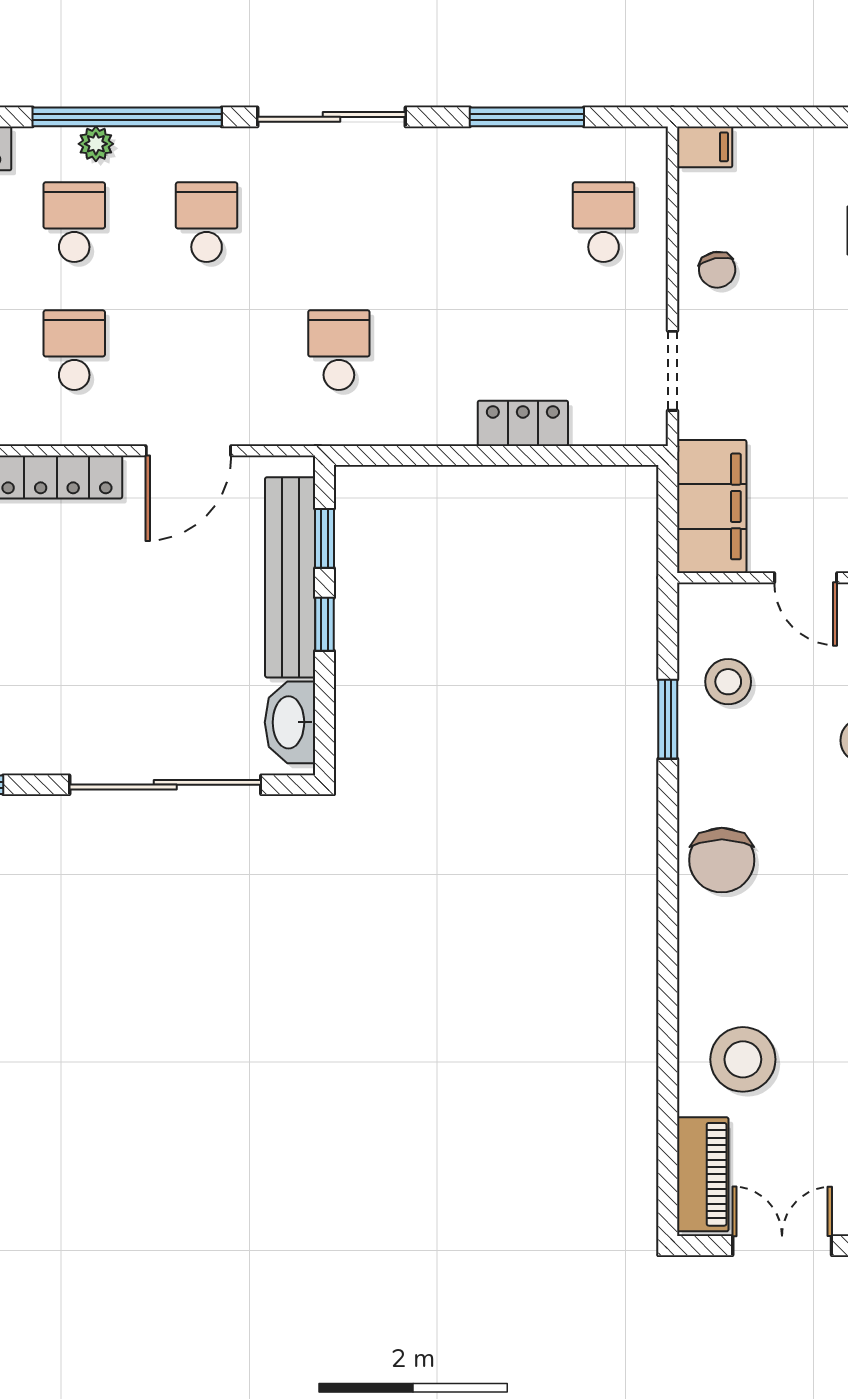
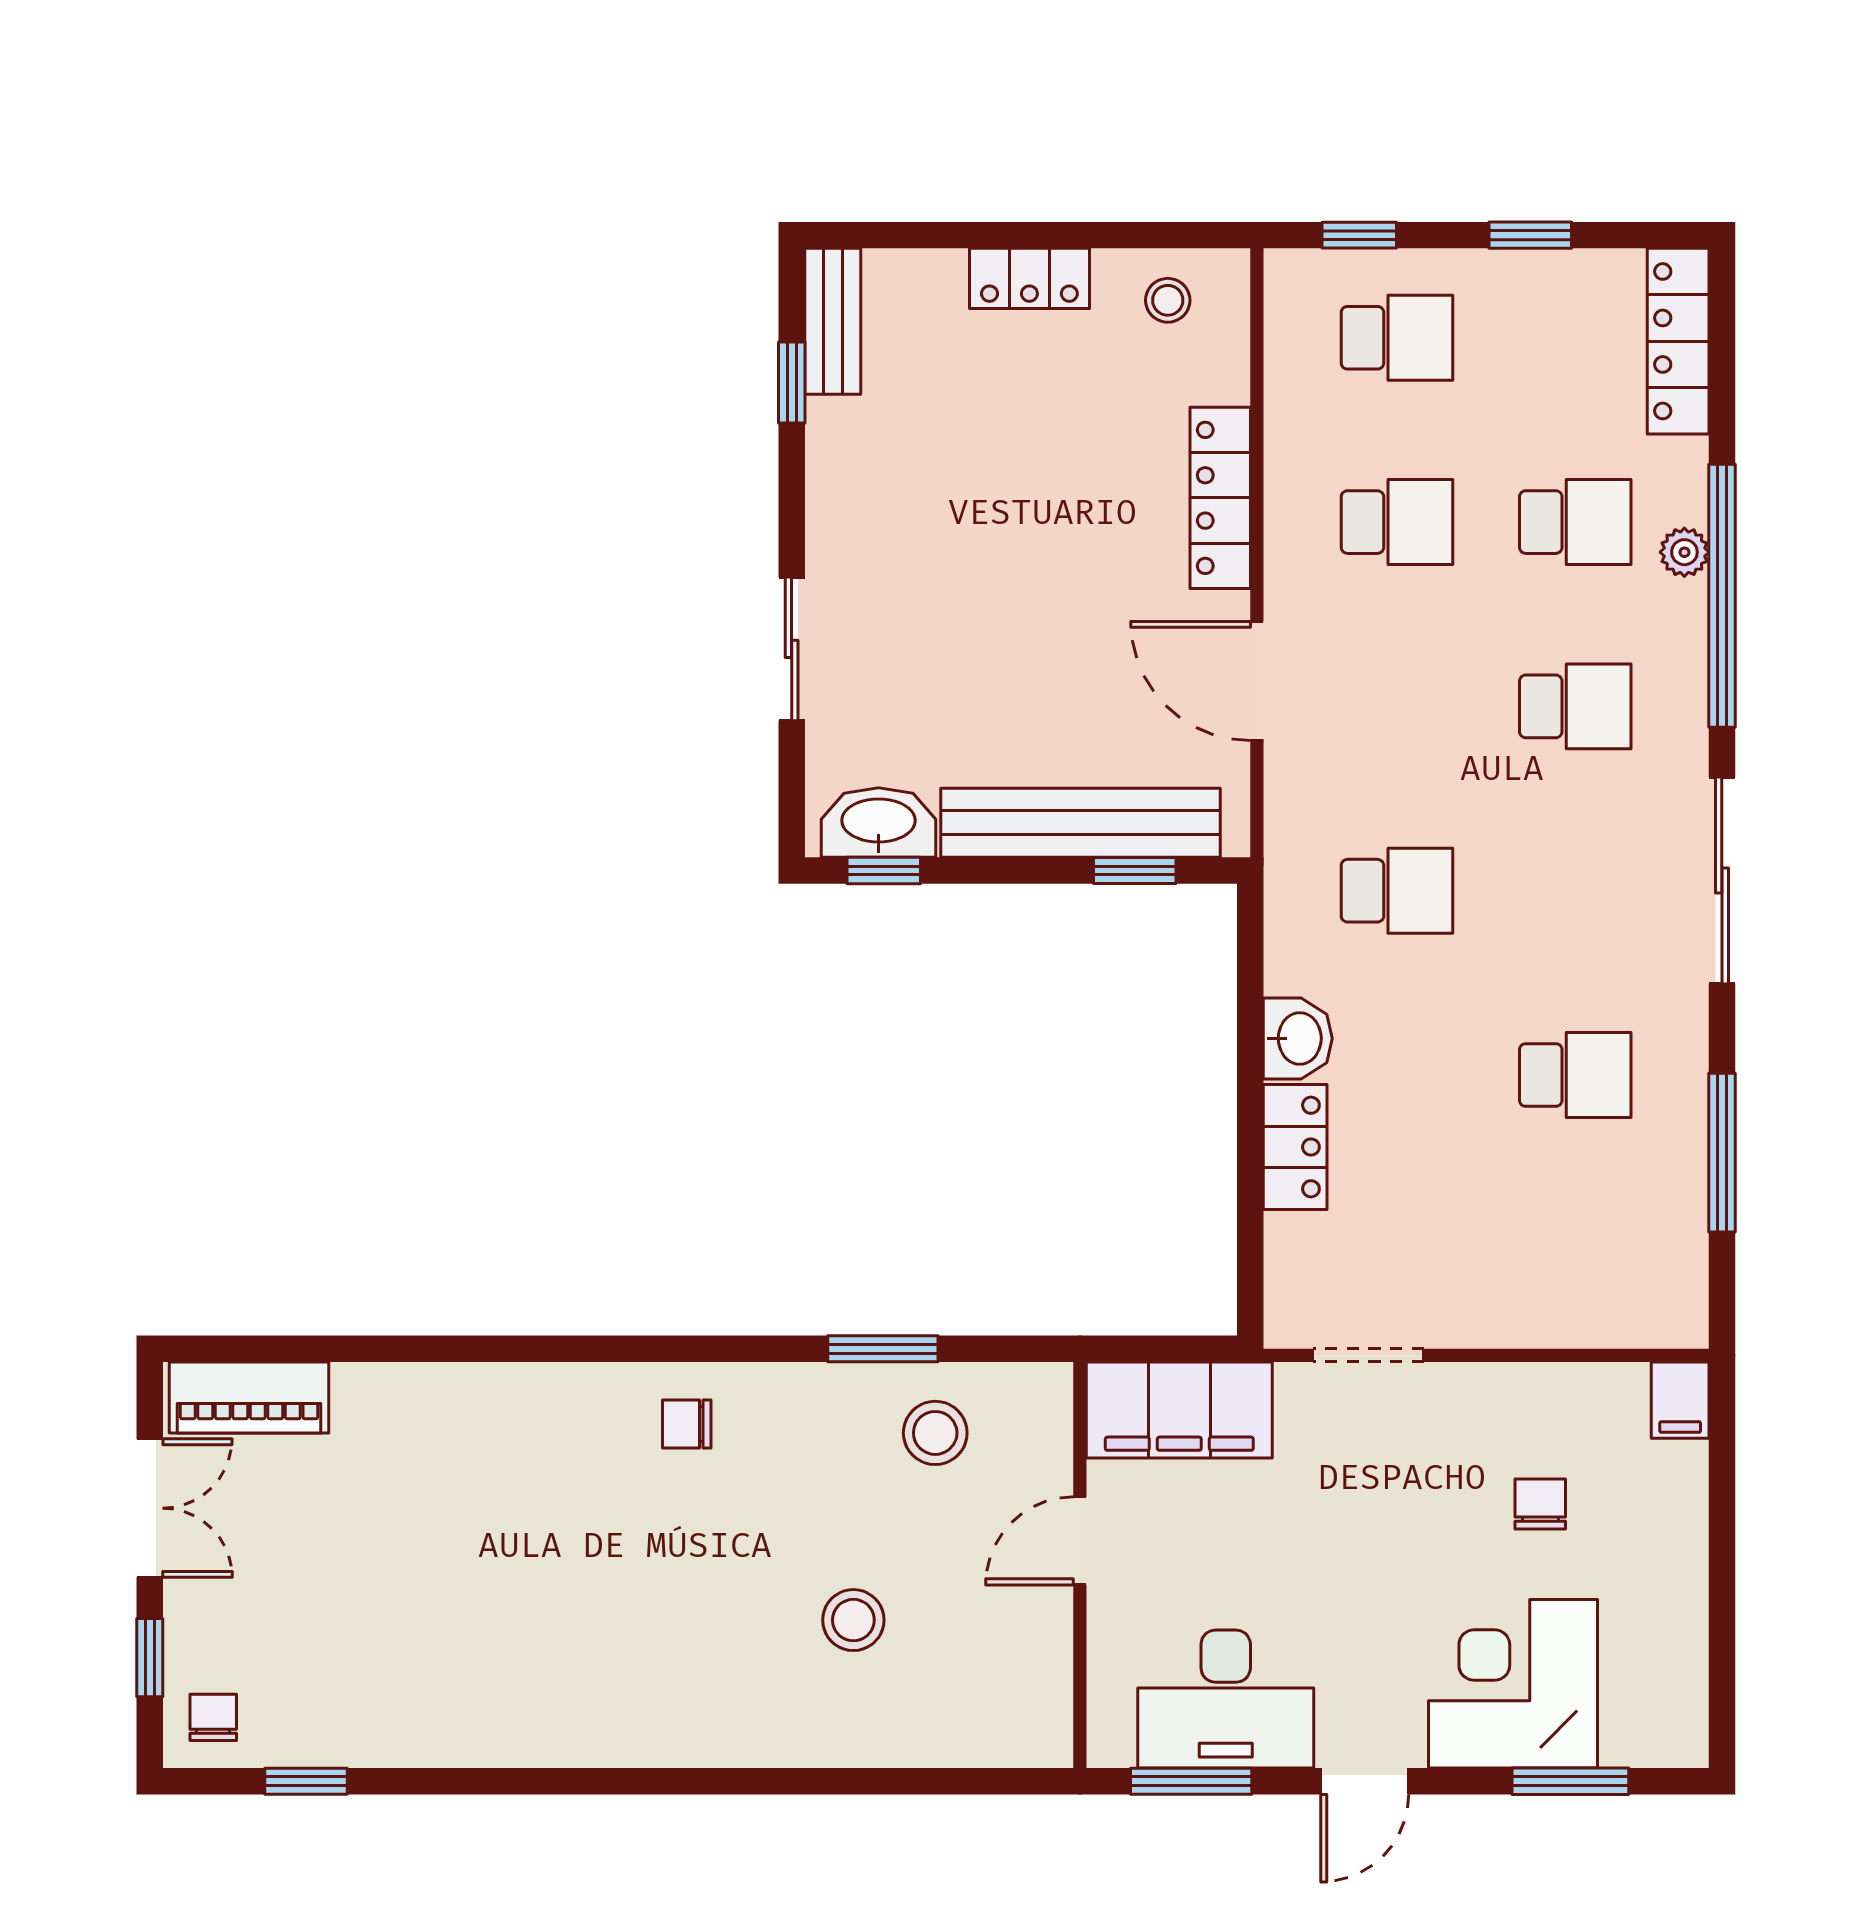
school desk: (604, 222) -> (1575, 1075), moved
chair: (717, 270) -> (1540, 1504), moved, turned 101
washbasin: (445, 421) -> (1298, 1038), added
window: (324, 624) -> (884, 871), moved
sliding door: (165, 785) -> (792, 649), width x0.54
chair: (722, 860) -> (687, 1424), width x0.54, depth x0.54
stool: (743, 1059) -> (409, 1453), removed

